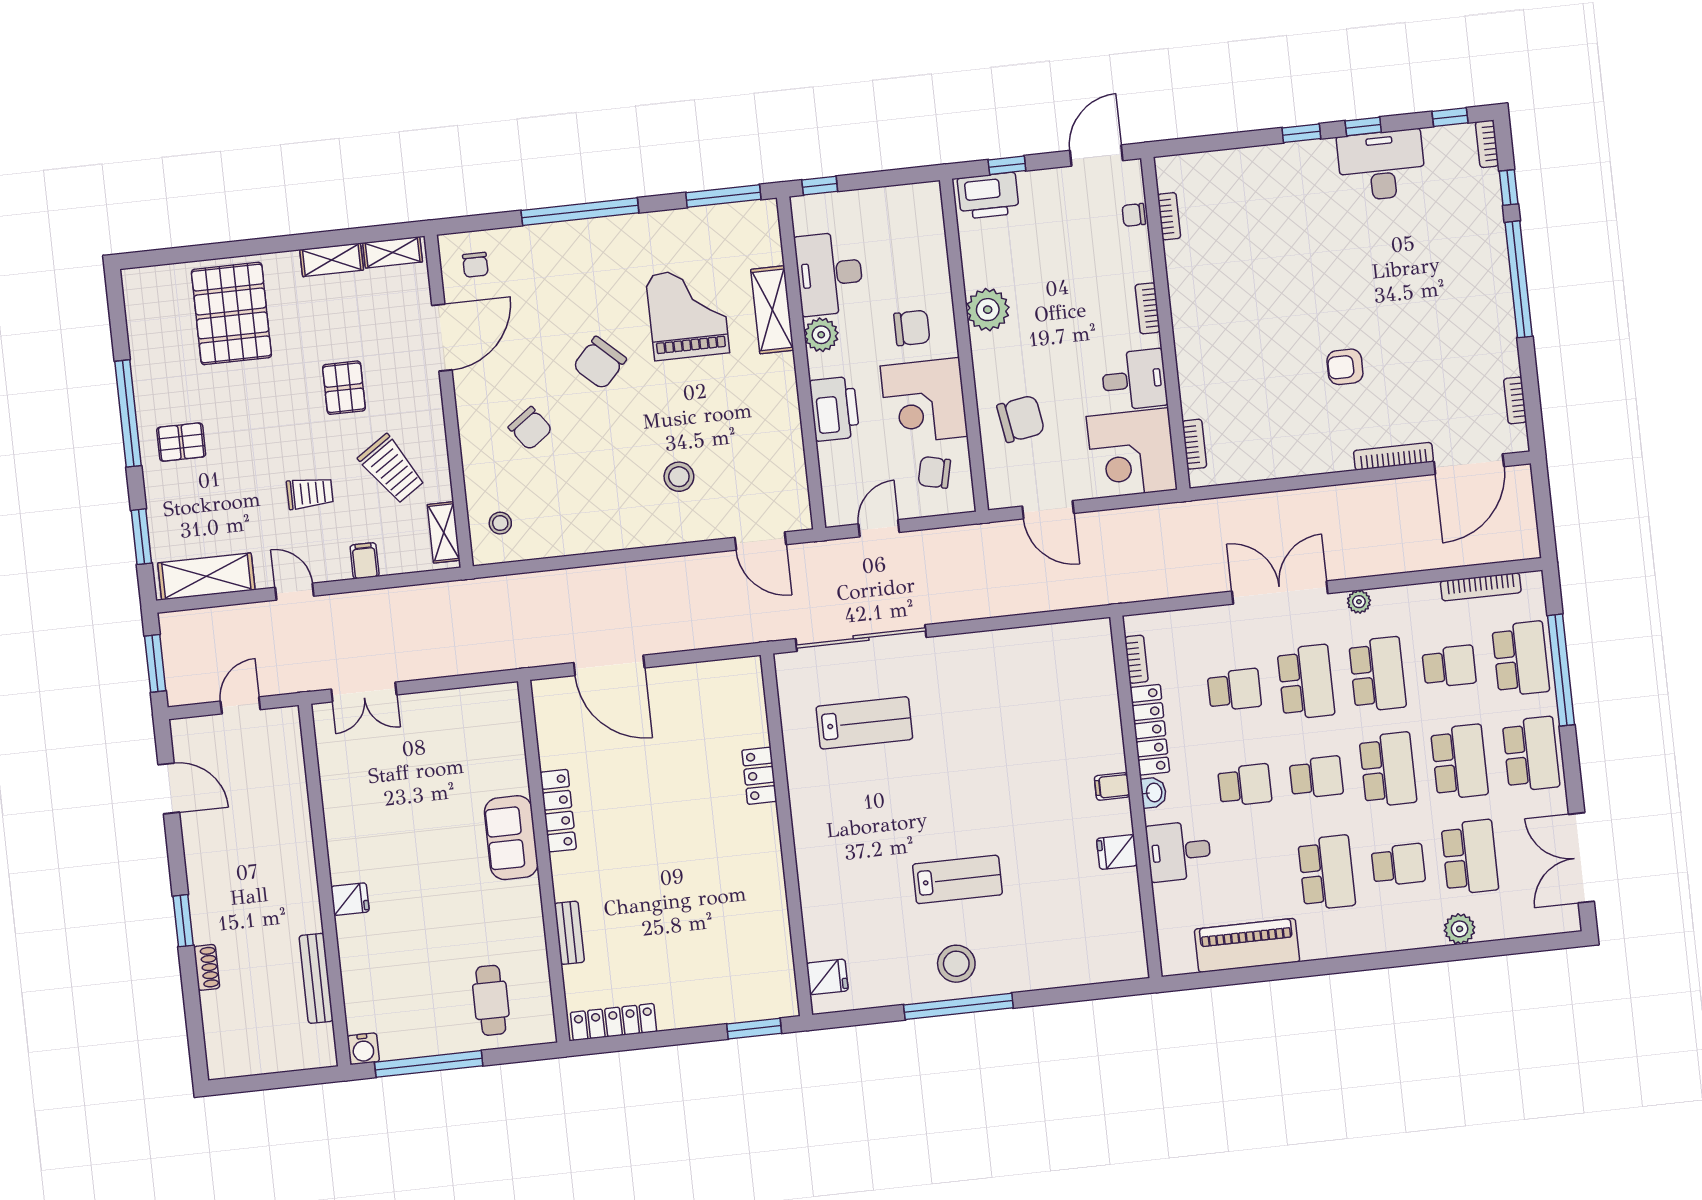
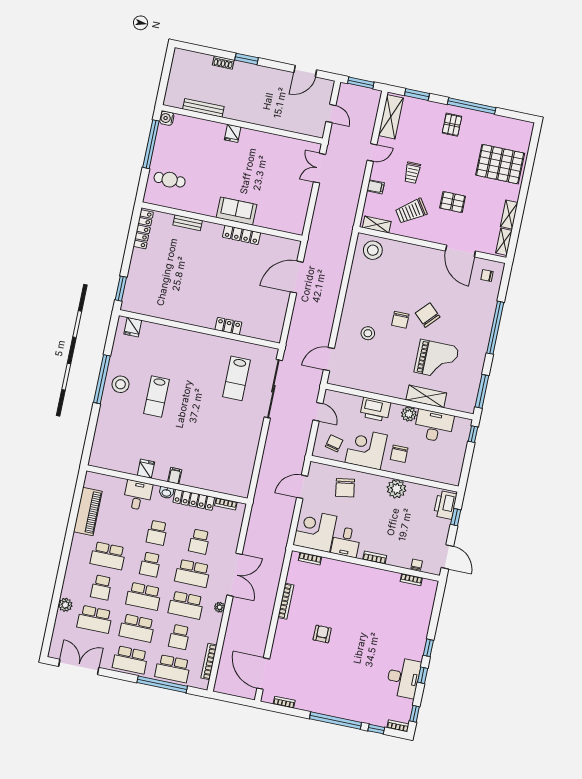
chair: (530, 428) -> (400, 320), moved, turned -54
bookcase: (1393, 456) -> (286, 601), moved
stool: (500, 523) -> (373, 250), width x1.89, depth x1.89

